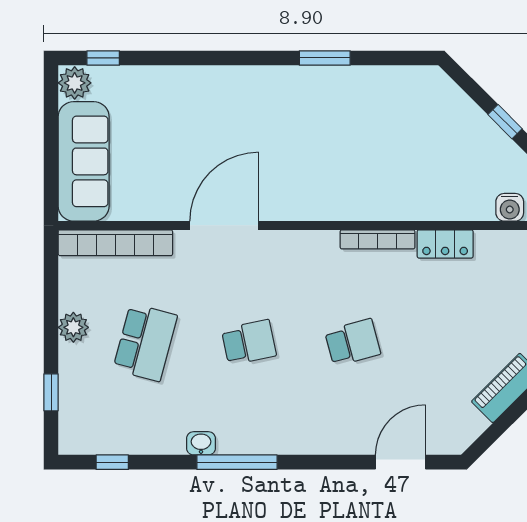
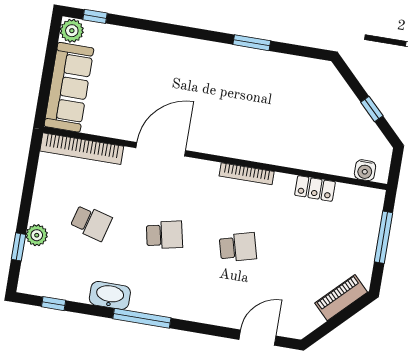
bookcase: (378, 239) -> (247, 174), moved
plant: (73, 327) -> (37, 235), moved
school desk: (145, 342) -> (91, 223), width x0.54
washbasin: (201, 443) -> (110, 295), width x1.91, depth x1.45

